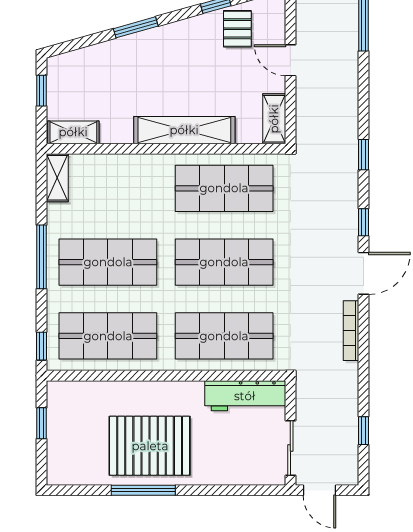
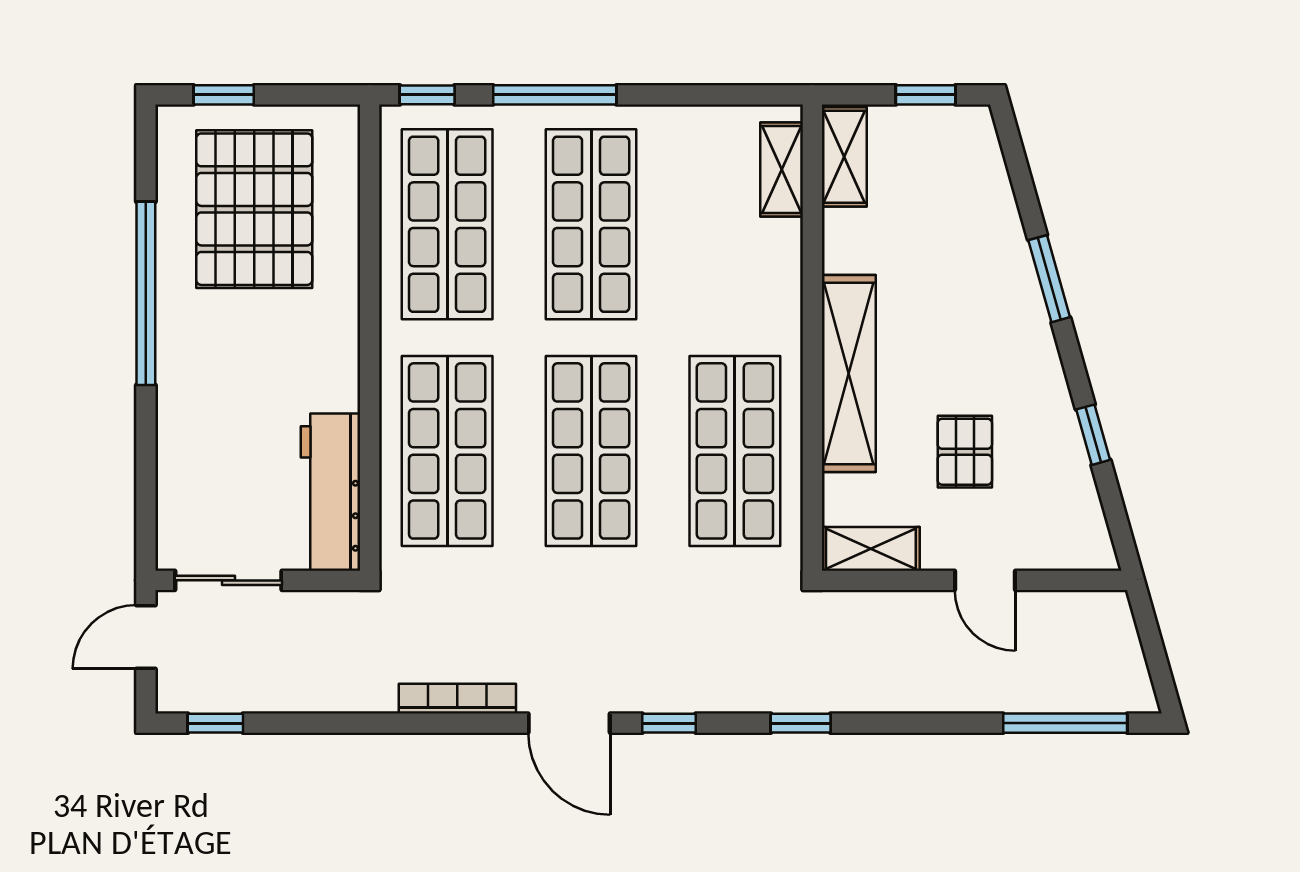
pallet: (237, 29) -> (965, 452), moved, turned 90
door: (290, 60) -> (985, 580), swing flipped
shelving: (57, 178) -> (782, 170), moved, turned 90
window: (42, 257) -> (555, 95), moved
window: (42, 423) -> (224, 95), moved
window: (364, 431) -> (215, 723), moved
pallet: (150, 446) -> (254, 209), moved
window: (143, 490) -> (146, 293), width x1.46

